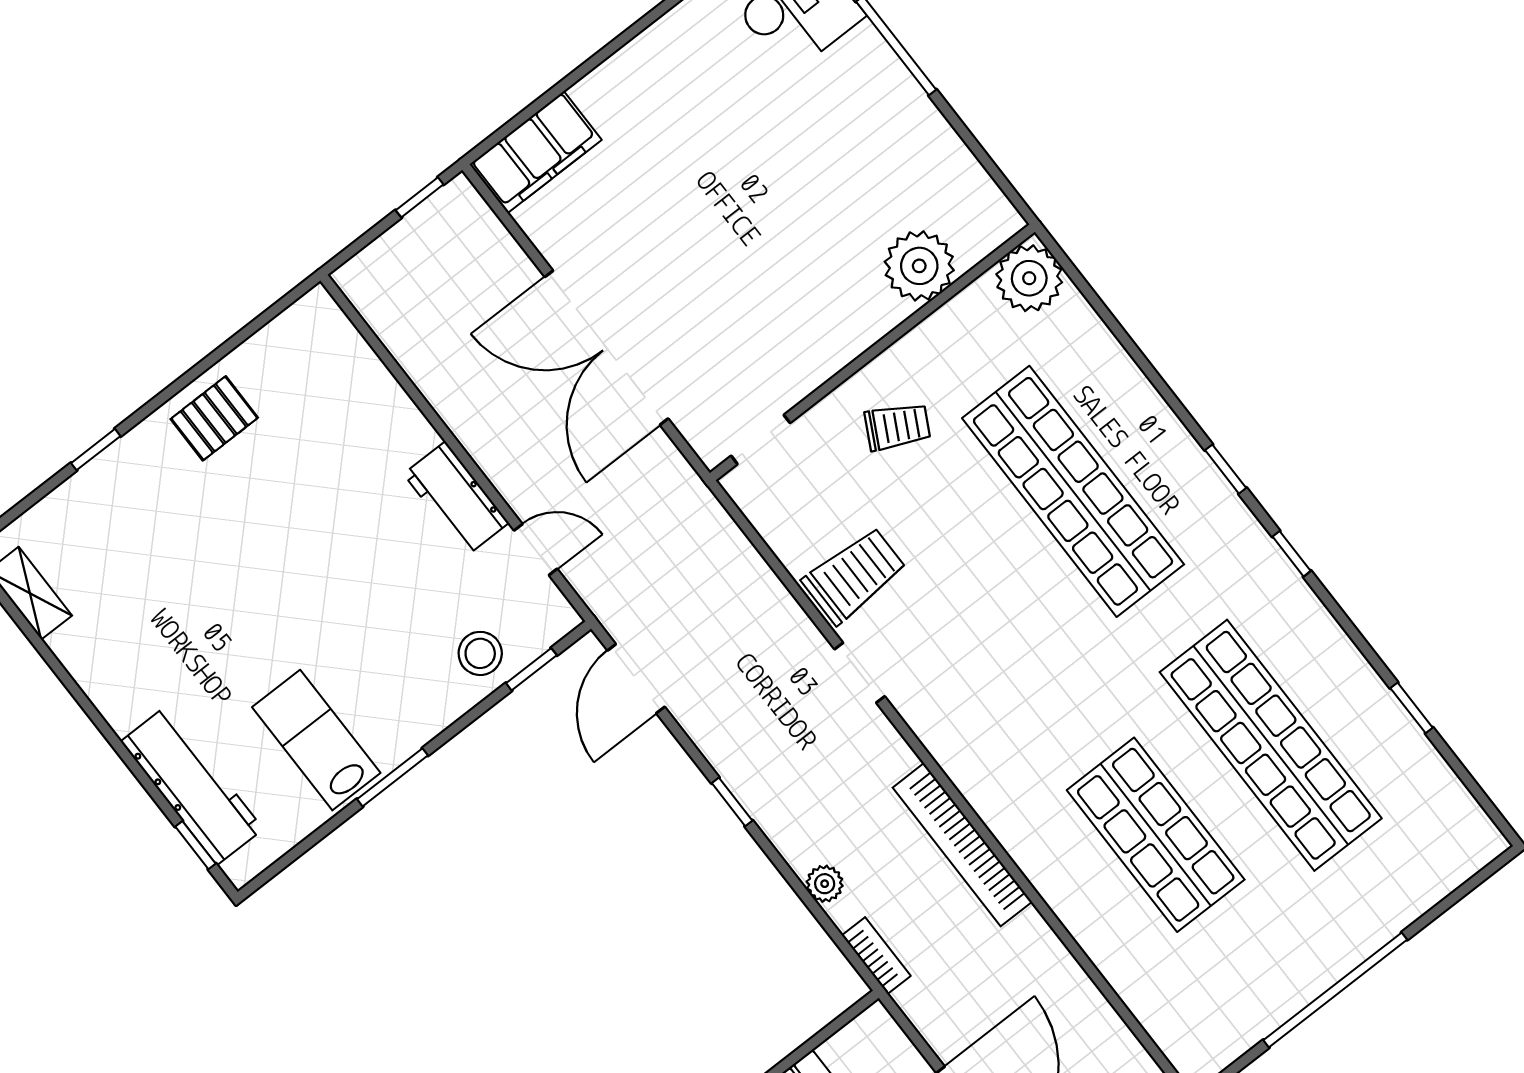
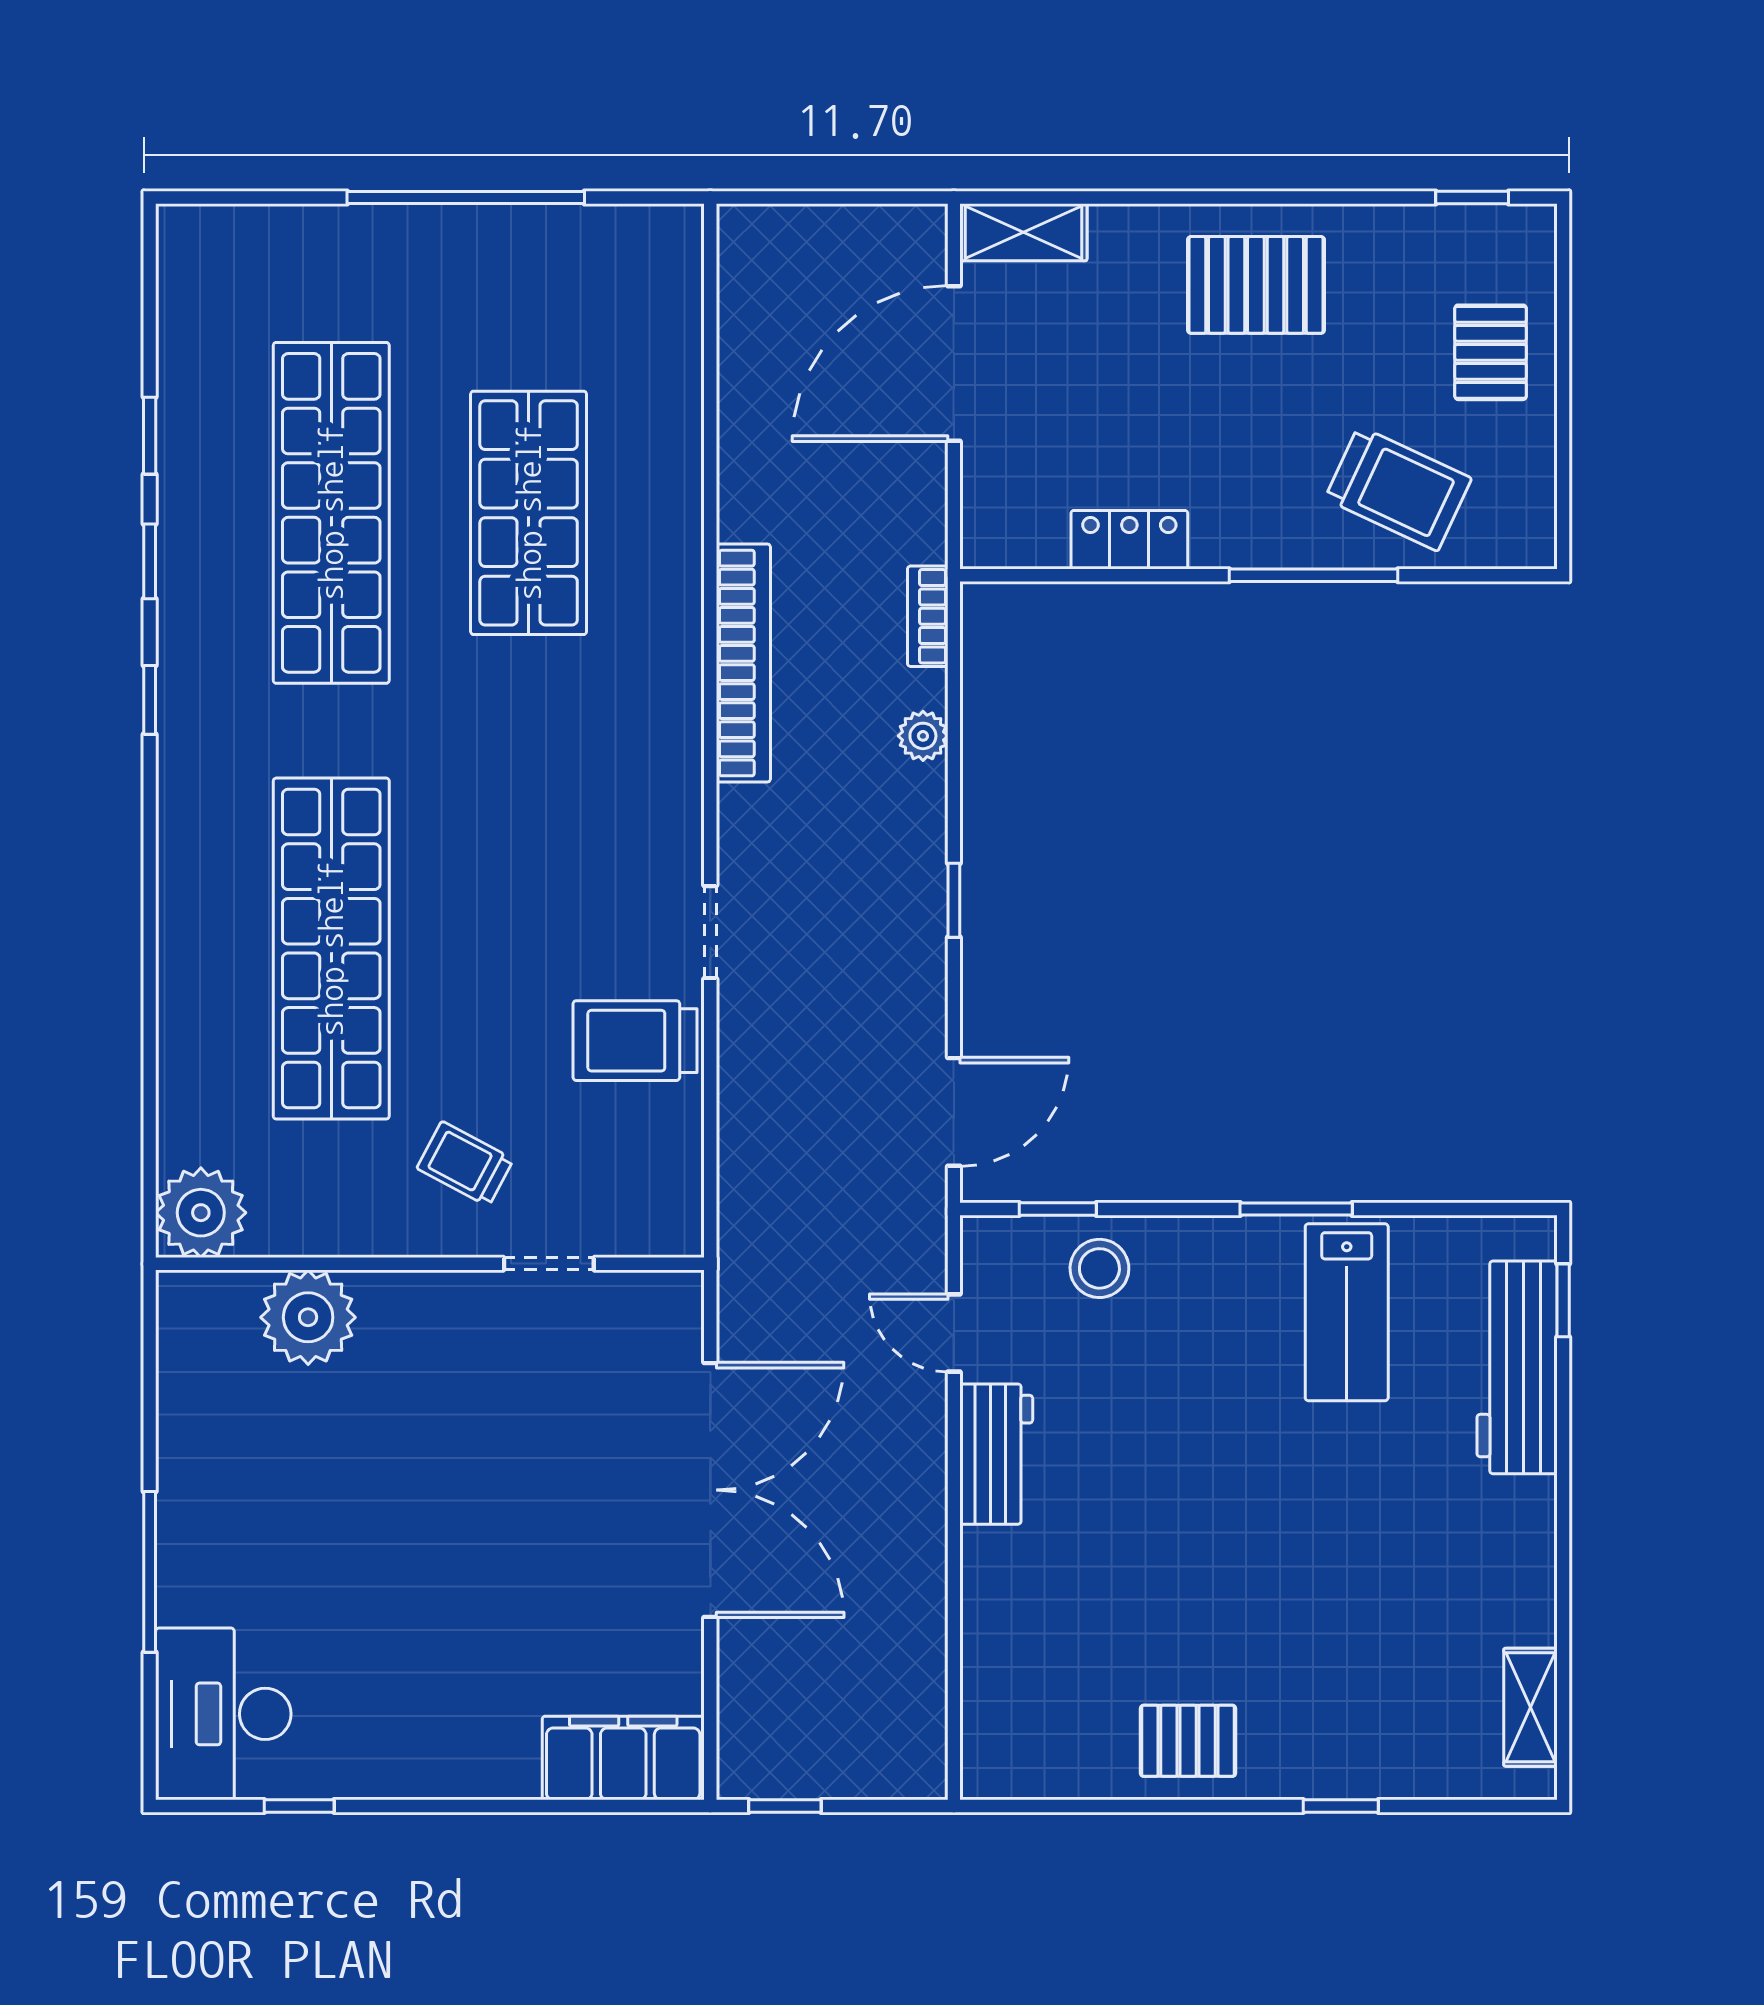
doorway: (761, 439) -> (549, 1264), moved
window: (1226, 469) -> (150, 561), moved

